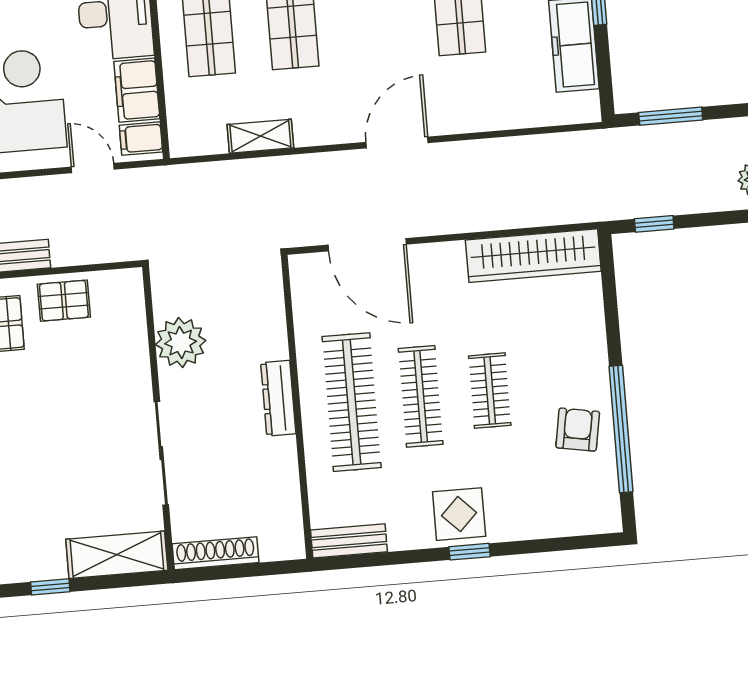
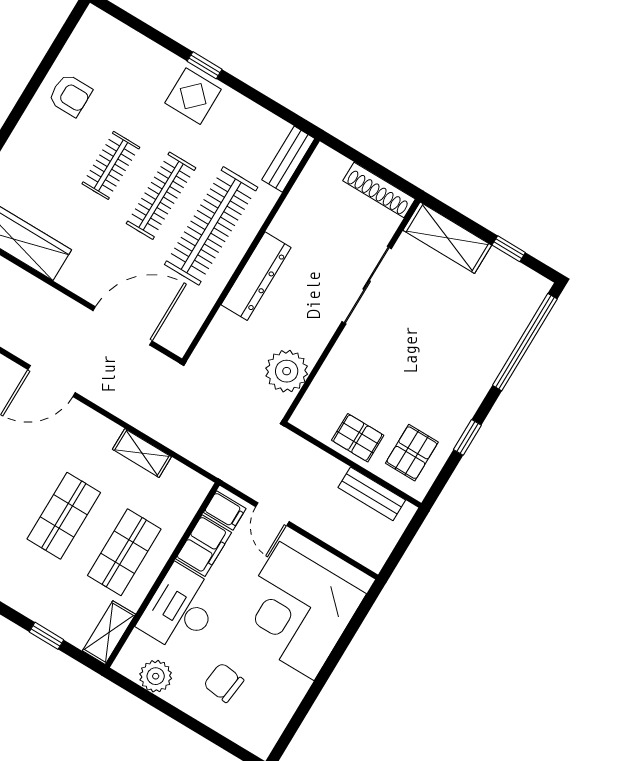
door: (367, 245) -> (123, 326), hinge flipped
plant: (181, 342) -> (287, 371), moved
dresser: (278, 398) -> (256, 276), width x1.37, depth x1.24
window: (621, 429) -> (40, 74), removed
armchair: (578, 430) -> (70, 95), turned -100
bench: (349, 541) -> (288, 159), moved, turned 90

